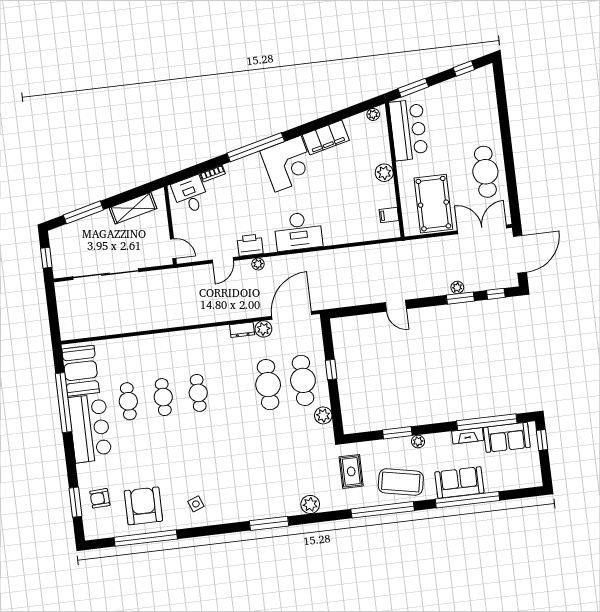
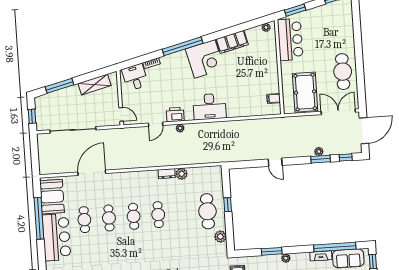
plant: (384, 173) -> (272, 69), removed
door: (292, 315) -> (92, 173), moved
cafe table: (268, 385) -> (158, 215), moved, width x0.73, depth x0.74

